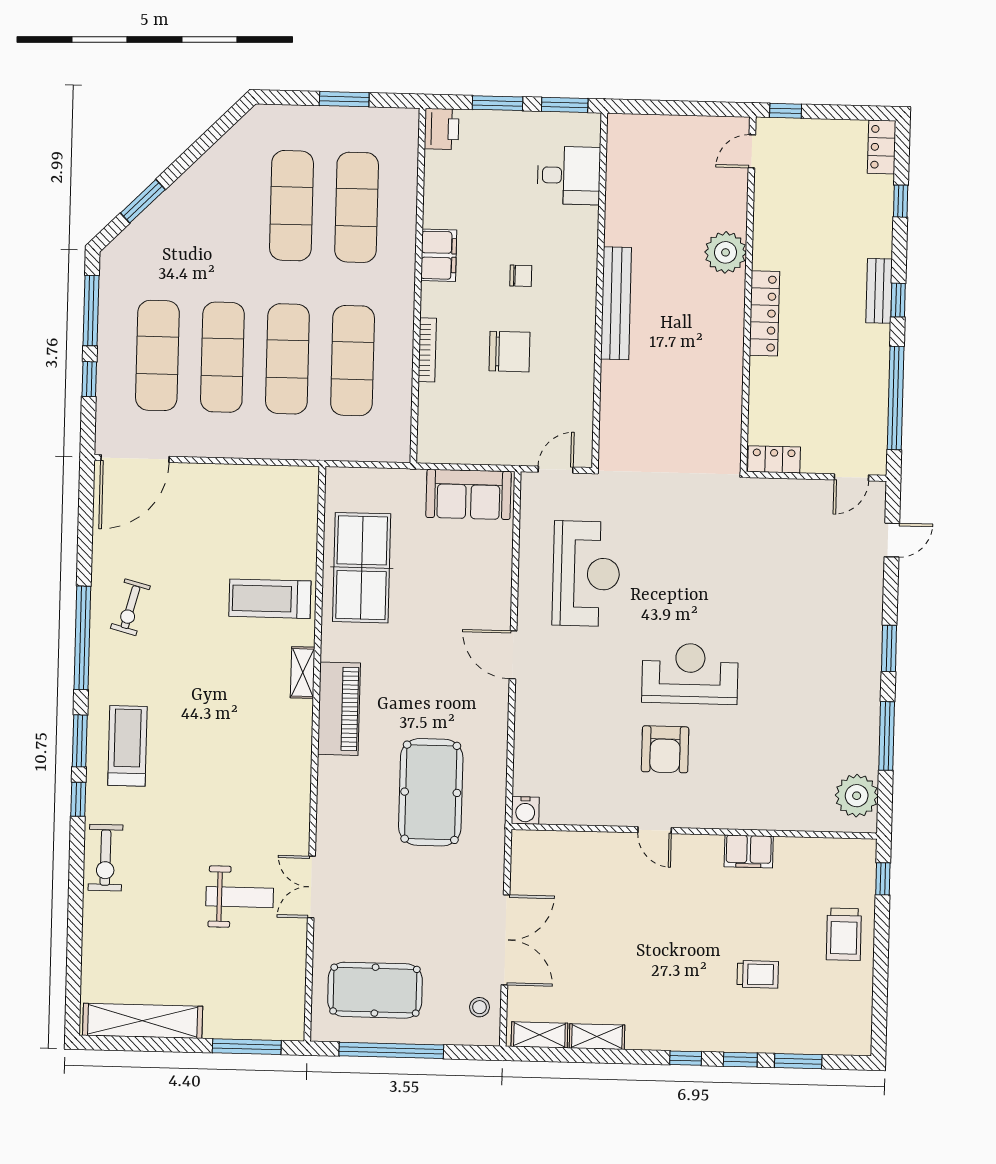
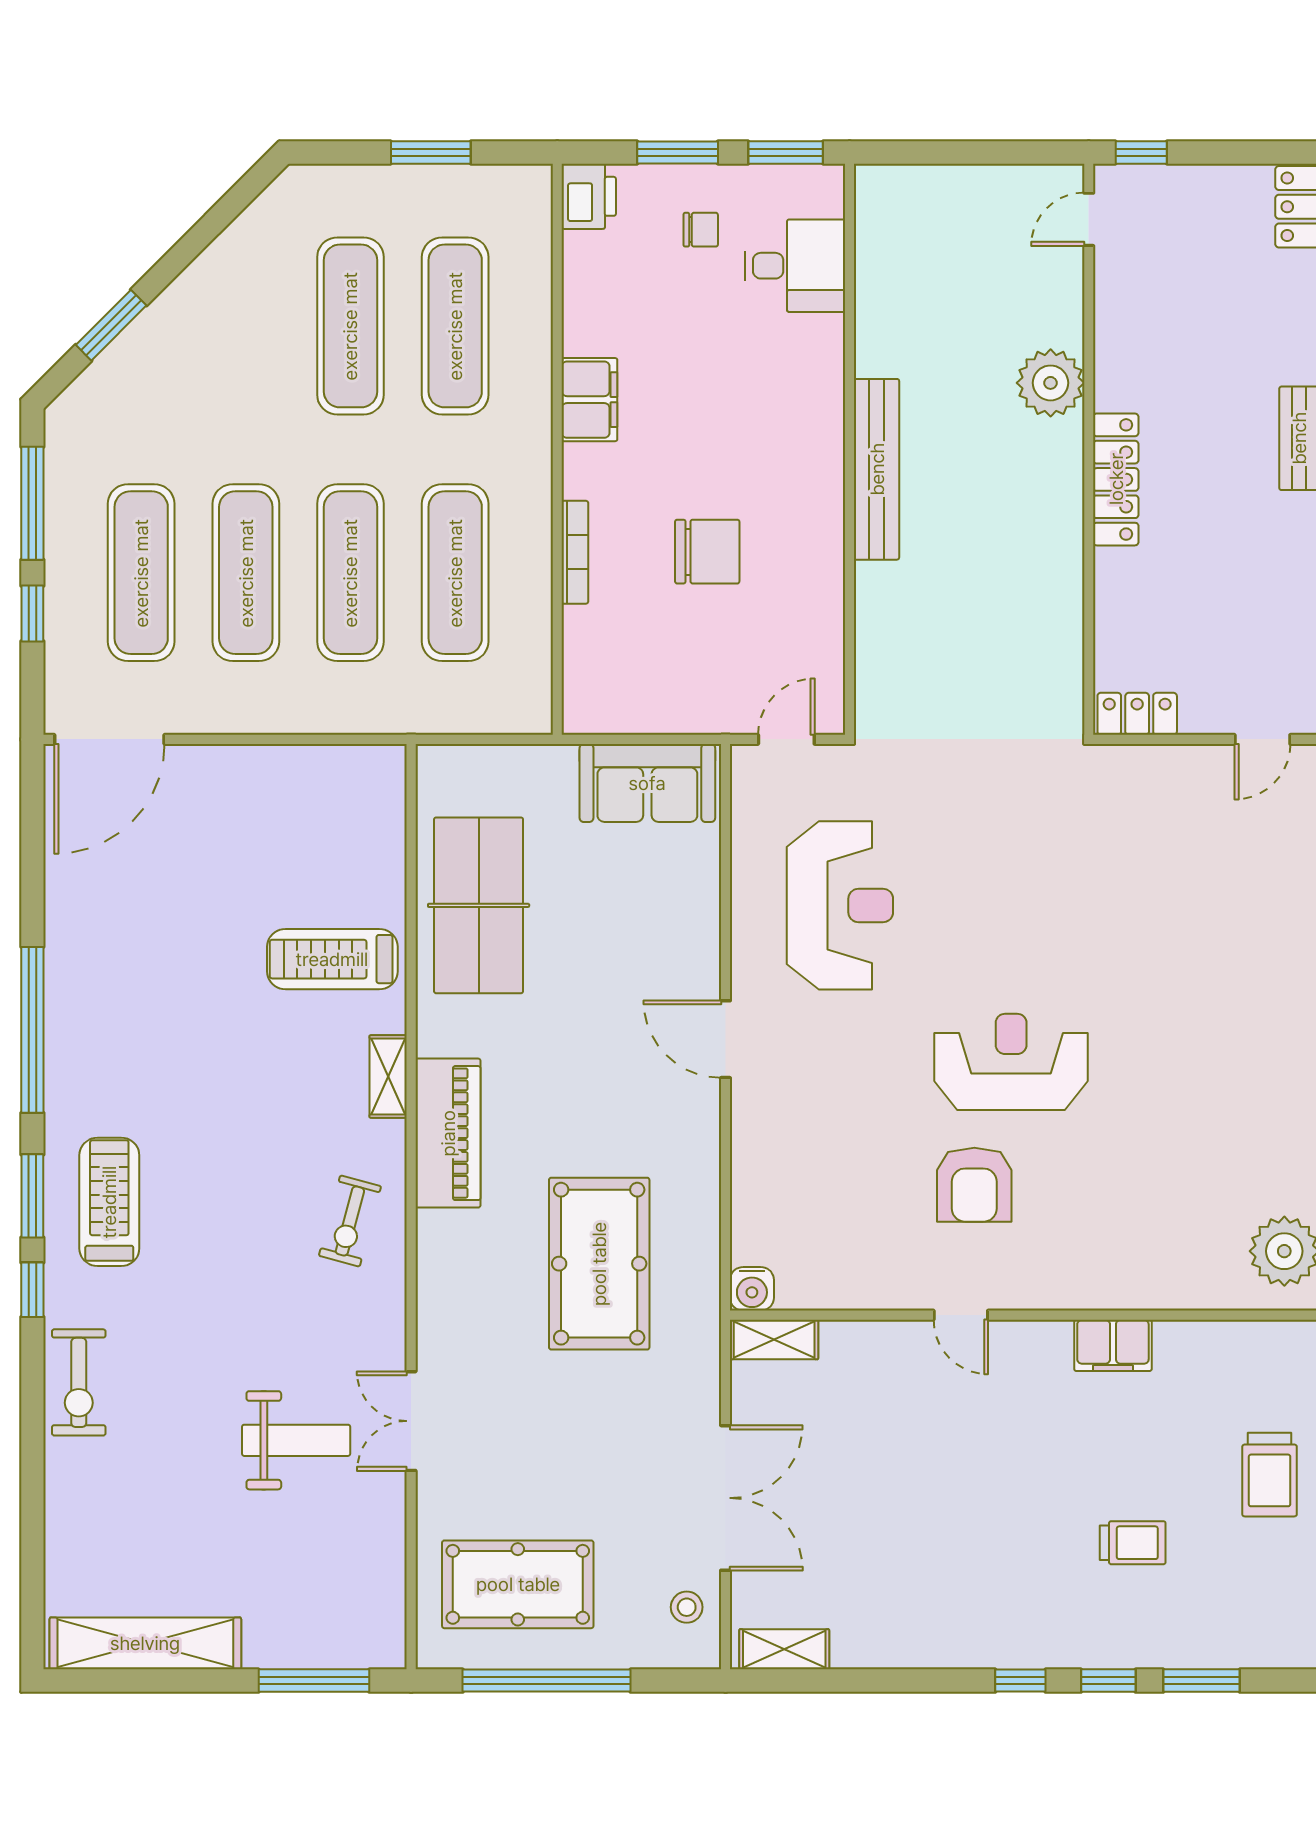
chair: (521, 276) -> (701, 230), moved
exercise bike: (130, 607) -> (350, 1221), moved
shelving: (597, 1037) -> (774, 1339), moved

